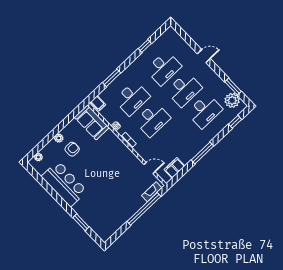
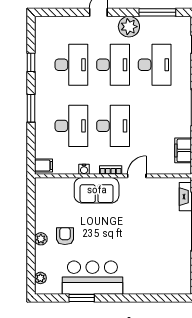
window: (112, 78) -> (31, 108), moved
window: (233, 87) -> (157, 12), width x1.44
plant: (232, 100) -> (129, 27), moved
sofa: (92, 122) -> (97, 190), moved
door: (150, 168) -> (137, 176), moved
window: (81, 222) -> (82, 298), moved

